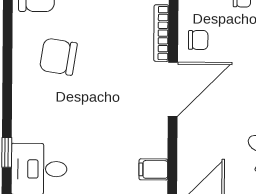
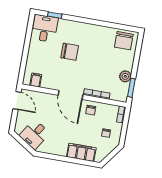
chair: (58, 57) -> (70, 52), moved, turned 81

